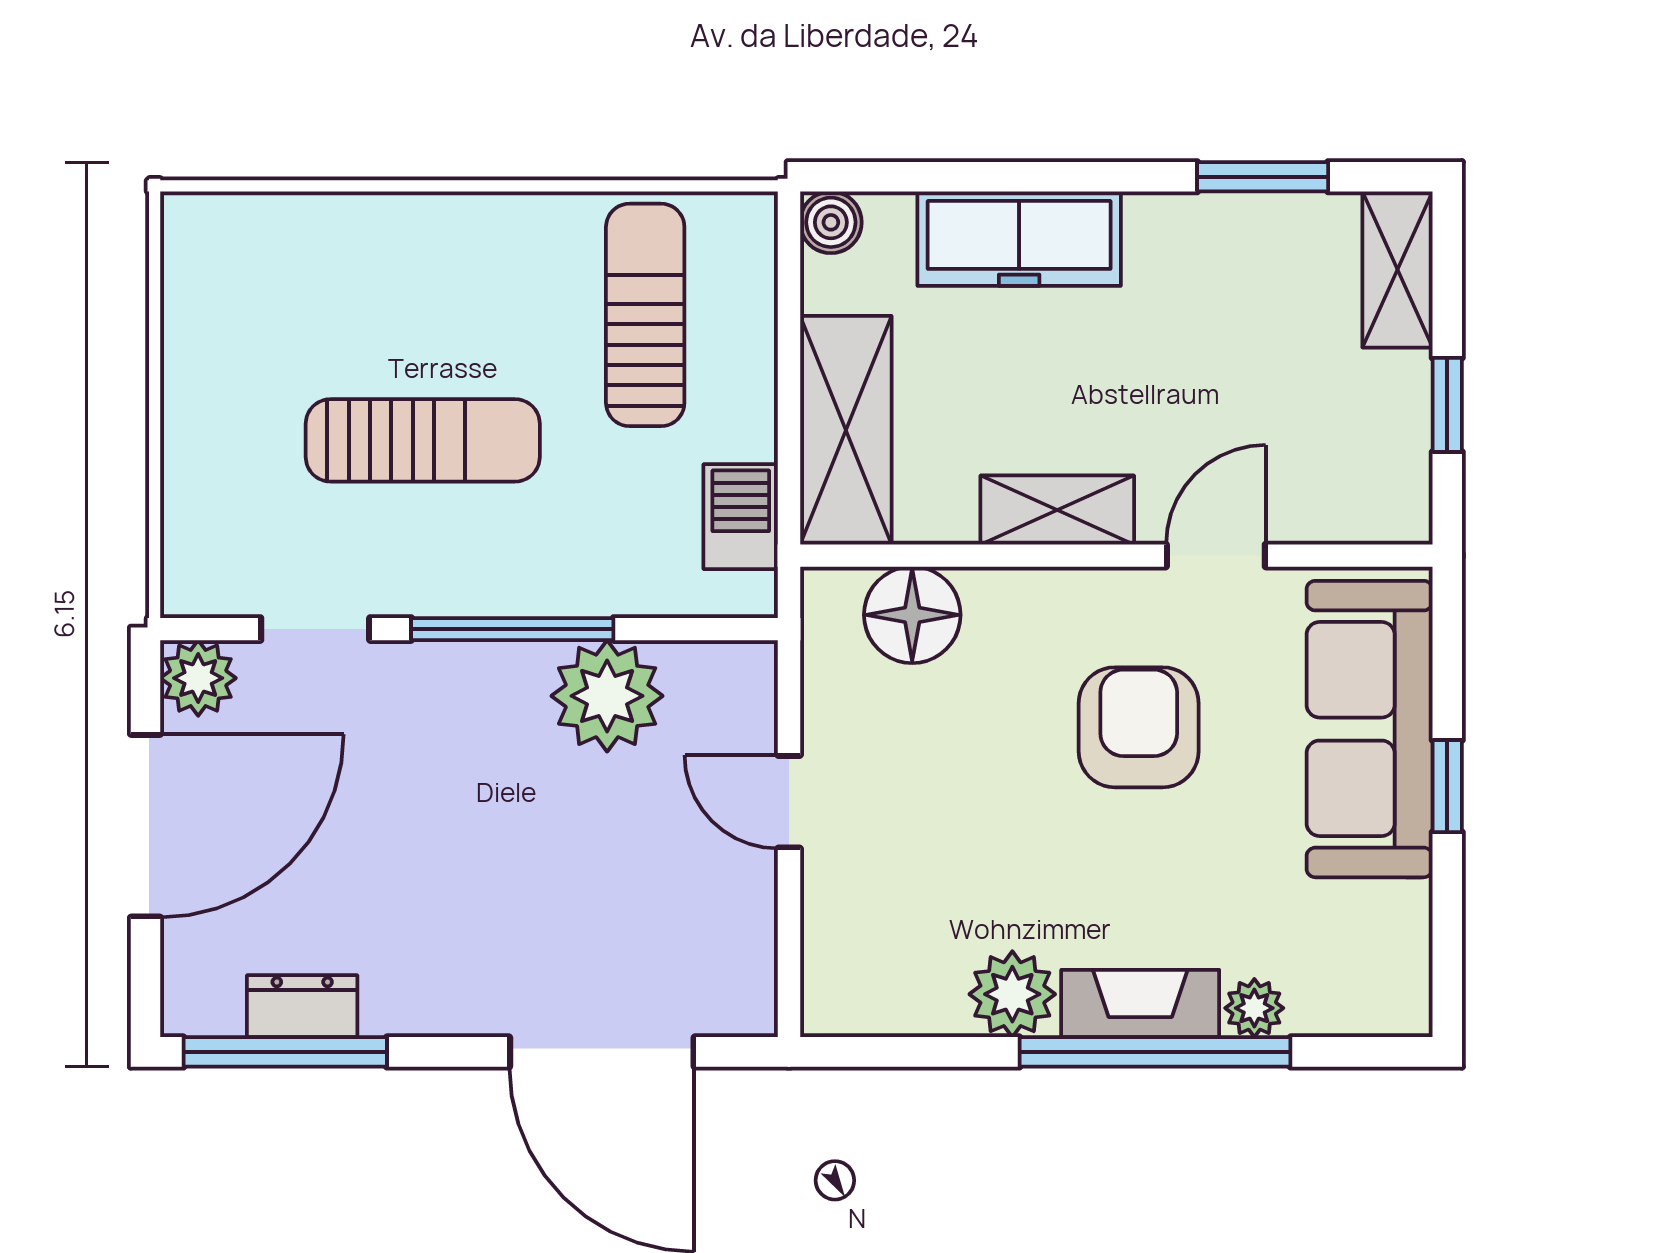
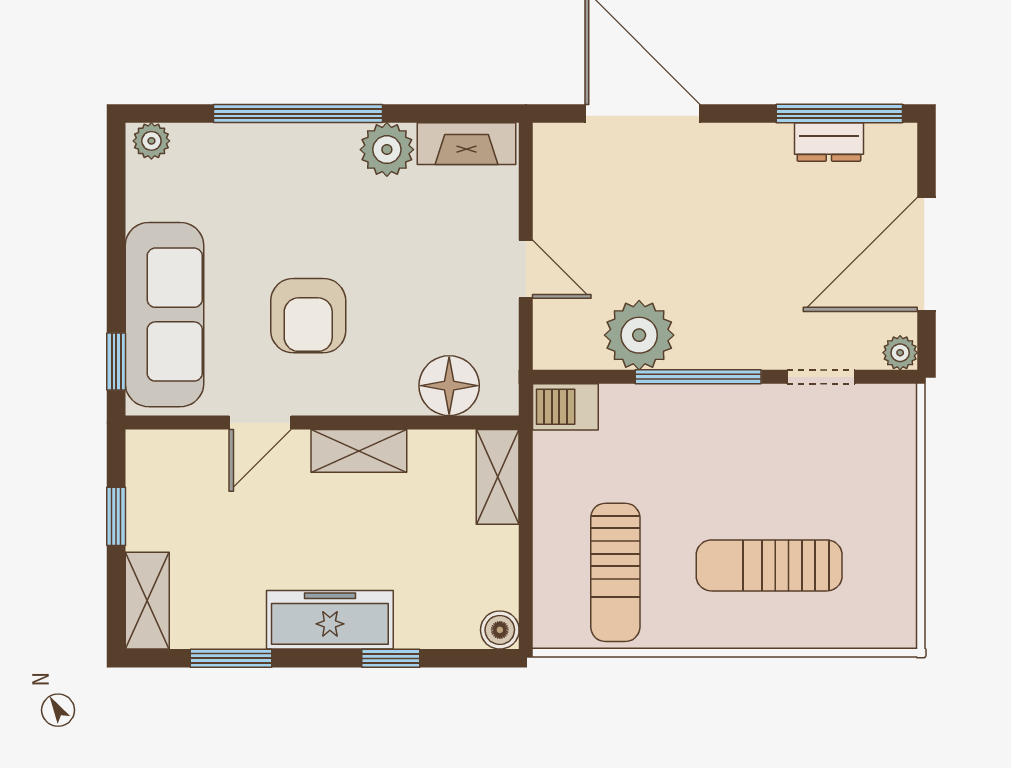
window: (1006, 177) -> (391, 658), added
freezer: (1019, 239) -> (330, 620), moved
shelving: (846, 430) -> (498, 477), width x0.67, depth x0.75
sun lounger: (423, 440) -> (769, 565), moved
barbecue: (741, 517) -> (565, 407), moved, turned 90
plant: (198, 678) -> (900, 353), width x0.73, depth x0.73
window: (1447, 786) -> (116, 361), moved
fireplace: (1140, 1004) -> (467, 144), moved
plant: (1254, 1008) -> (151, 141), moved

